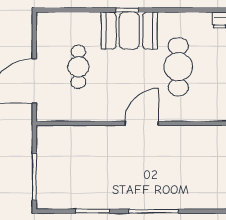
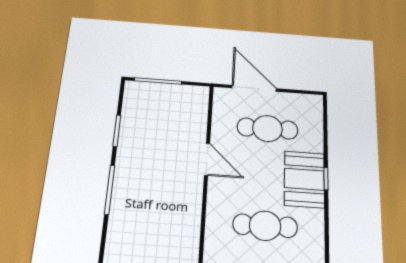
cafe table: (78, 67) -> (267, 129), width x1.37, depth x1.35
door: (142, 123) -> (207, 159), moved

